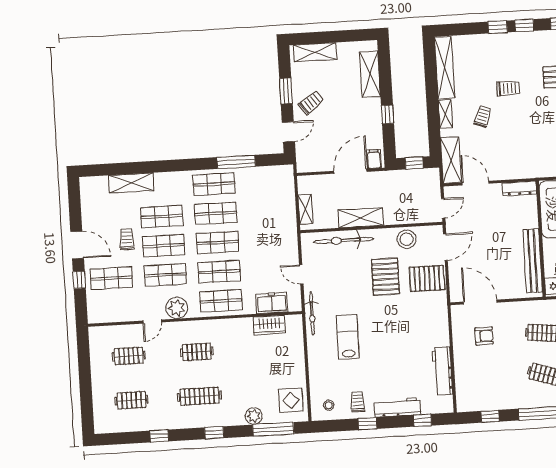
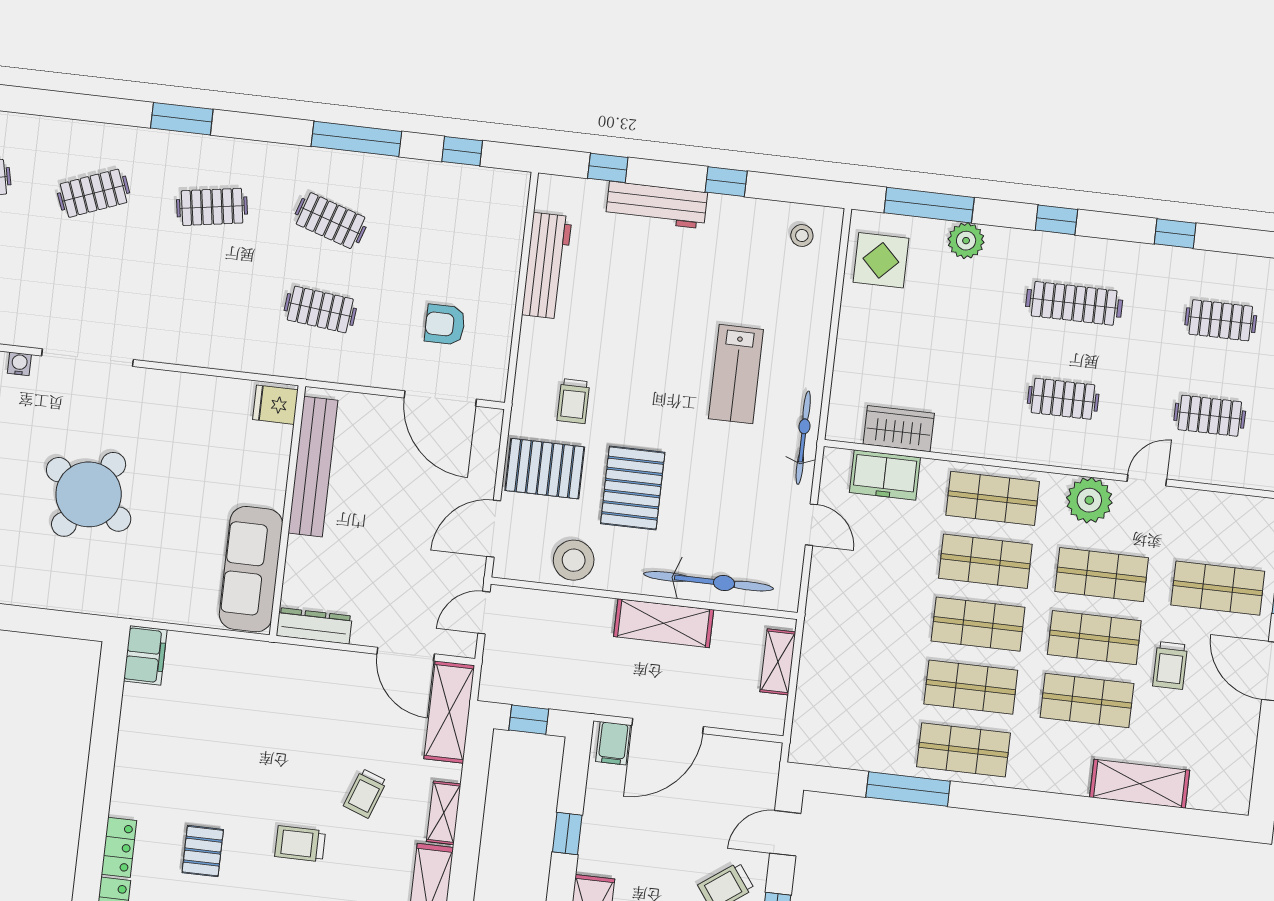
trolley: (358, 402) -> (573, 401), moved

